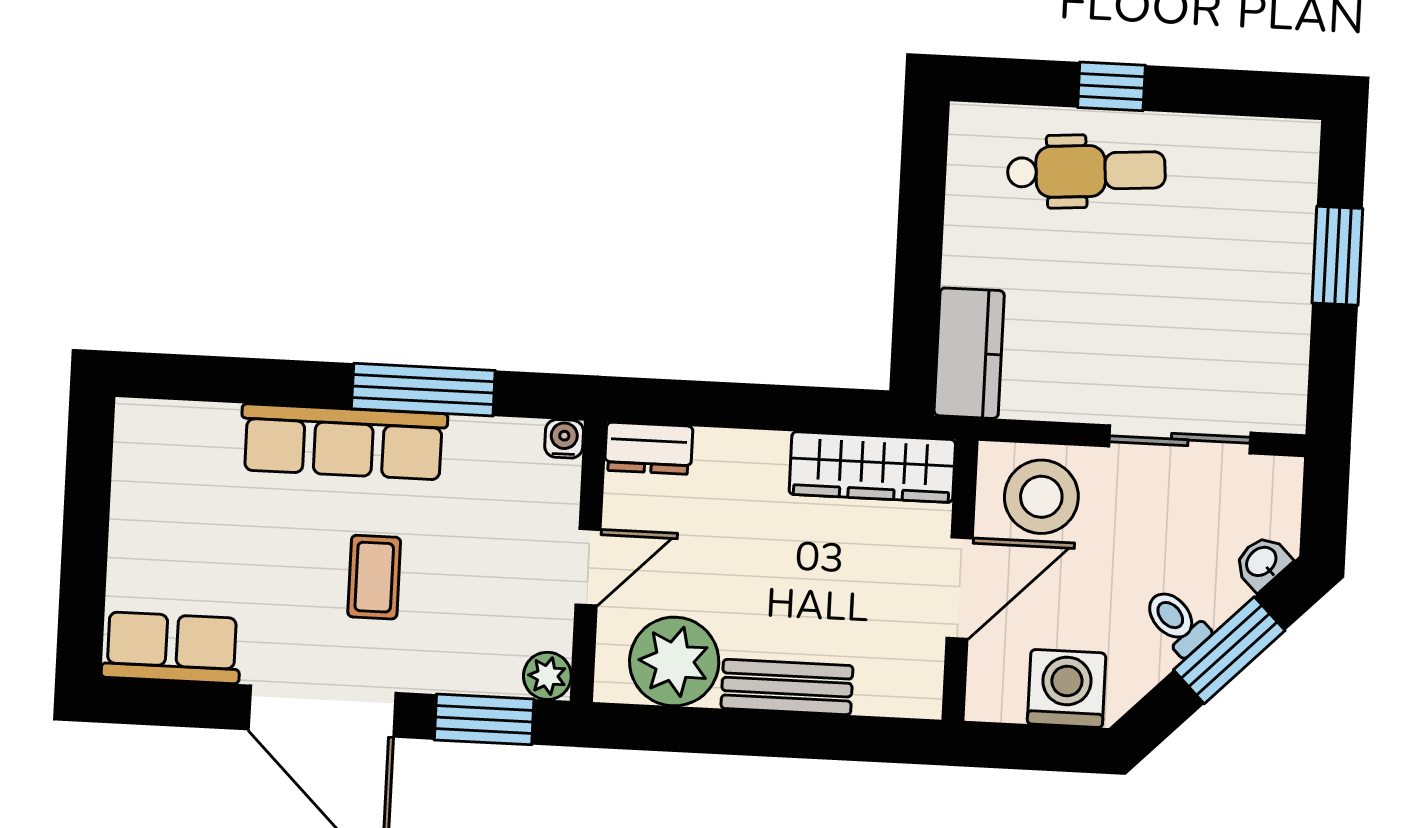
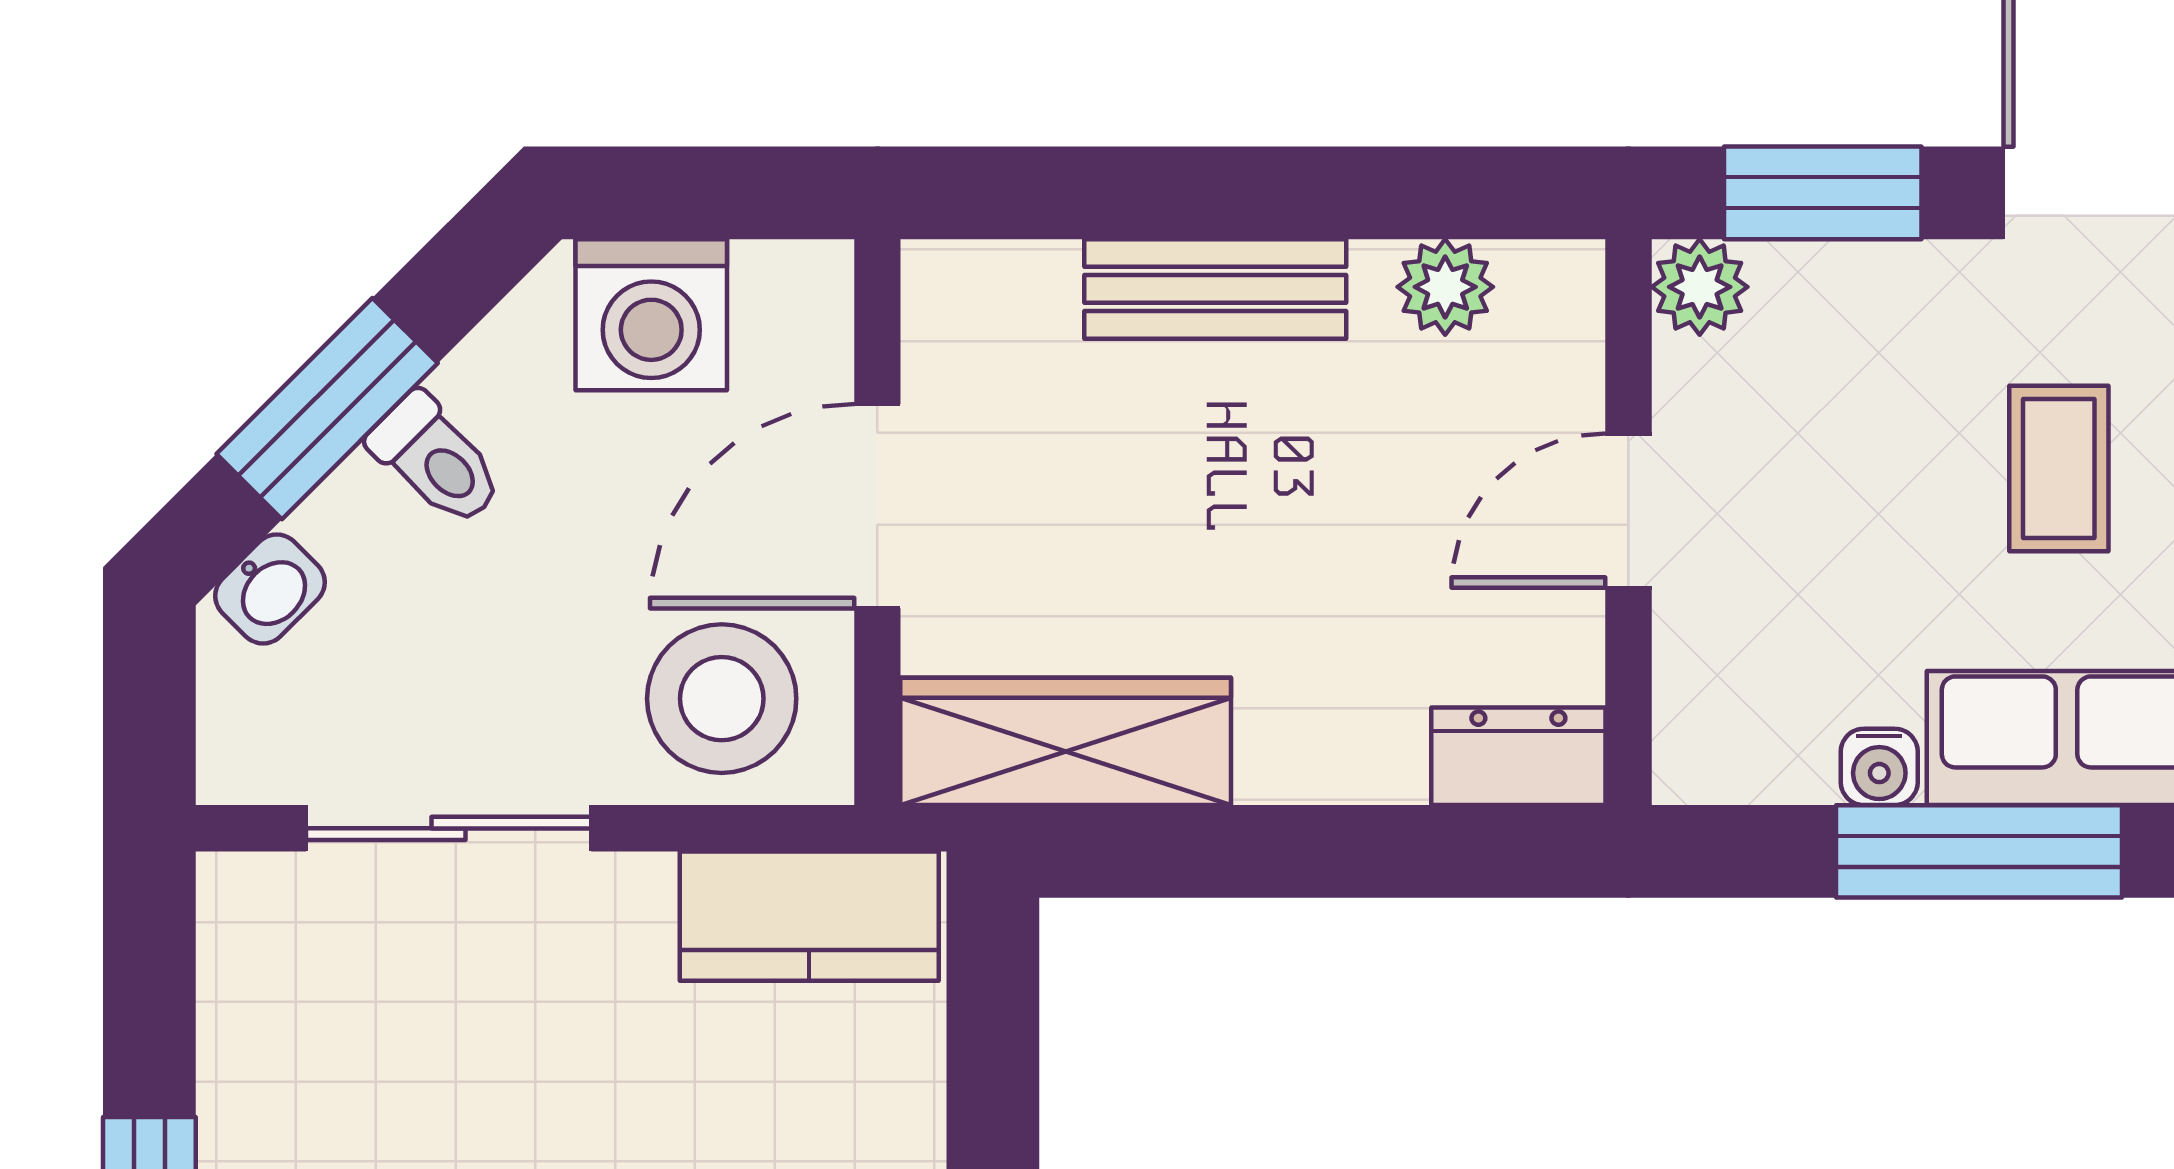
kitchen counter: (969, 353) -> (809, 916), moved, turned -90
water cooler: (564, 439) -> (1879, 767), moved
plant: (674, 661) -> (1445, 287), width x0.53, depth x0.53

